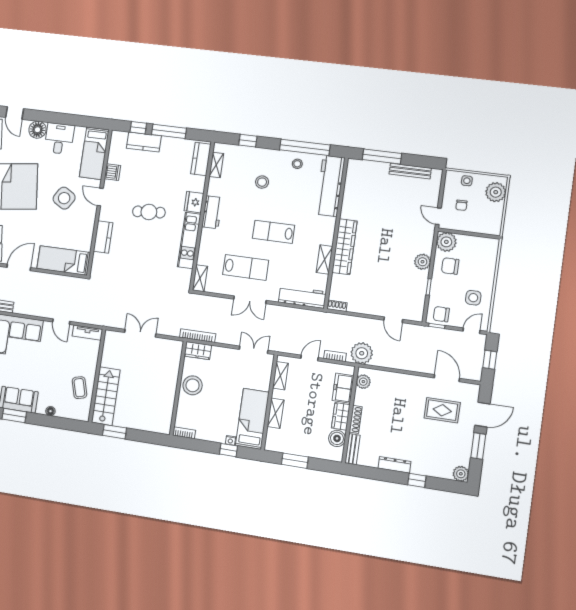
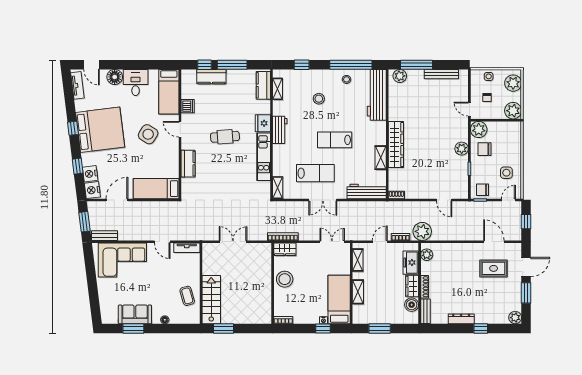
plant: (360, 167) -> (400, 76), added
plant: (491, 225) -> (513, 111), added

